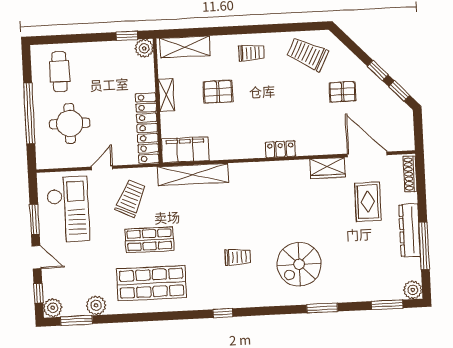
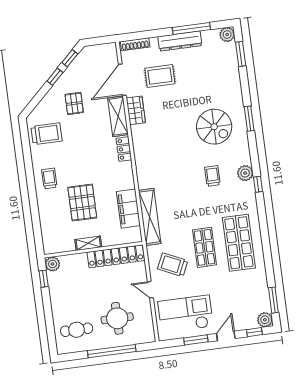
shelving: (185, 47) -> (118, 116), moved
trolley: (308, 54) -> (47, 134), turned -117
pallet: (218, 92) -> (82, 203), width x1.50, depth x1.42
filing cabinet: (185, 150) -> (128, 209), moved
plant: (96, 305) -> (245, 173), moved
window: (322, 308) -> (249, 119), moved

